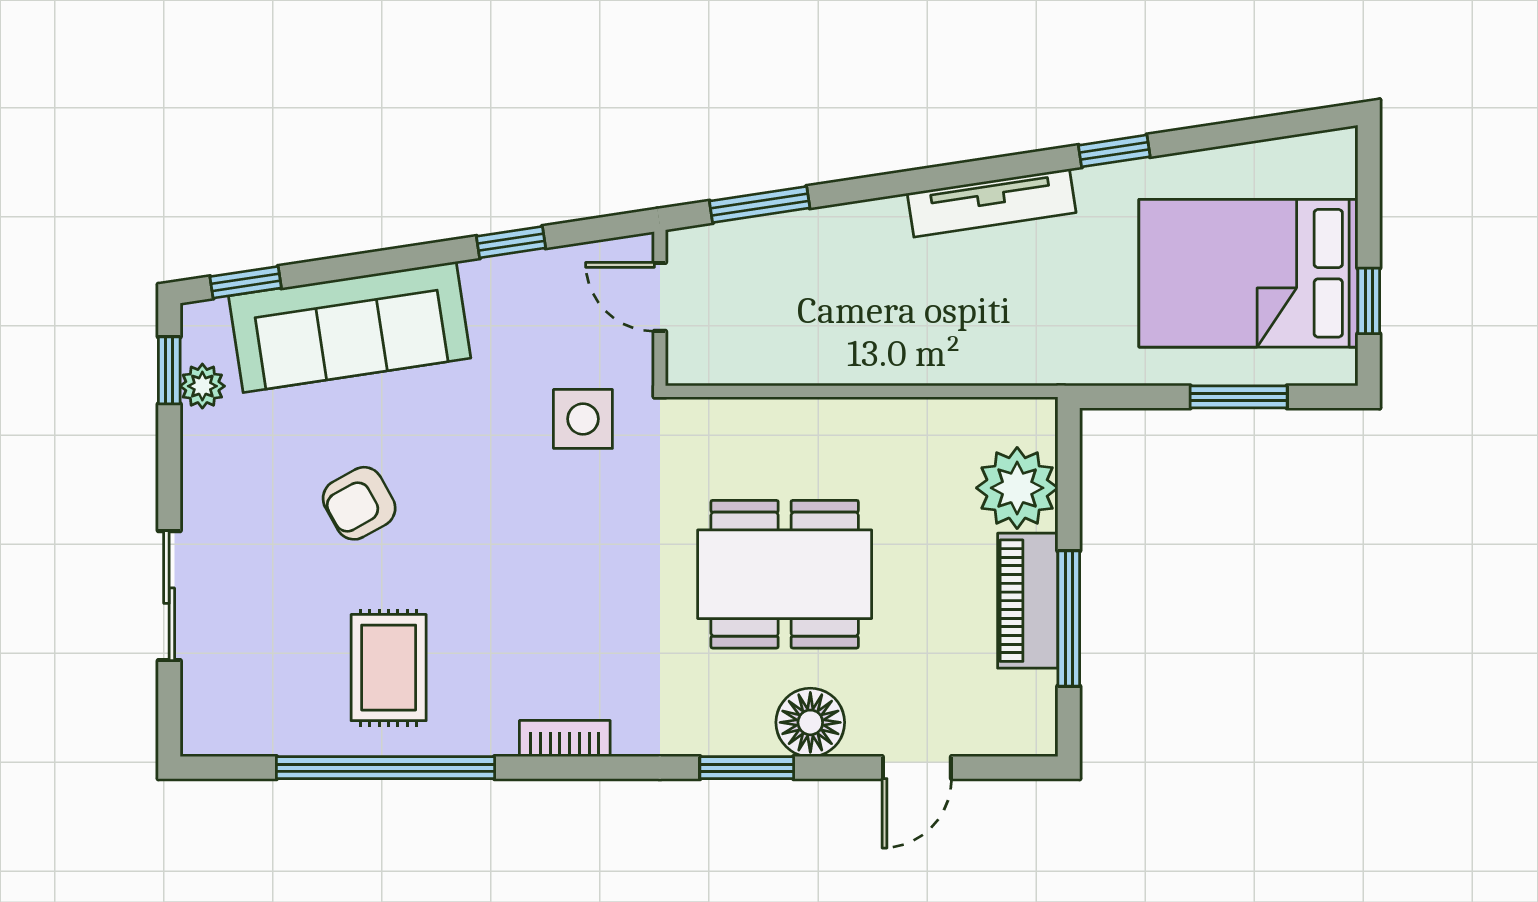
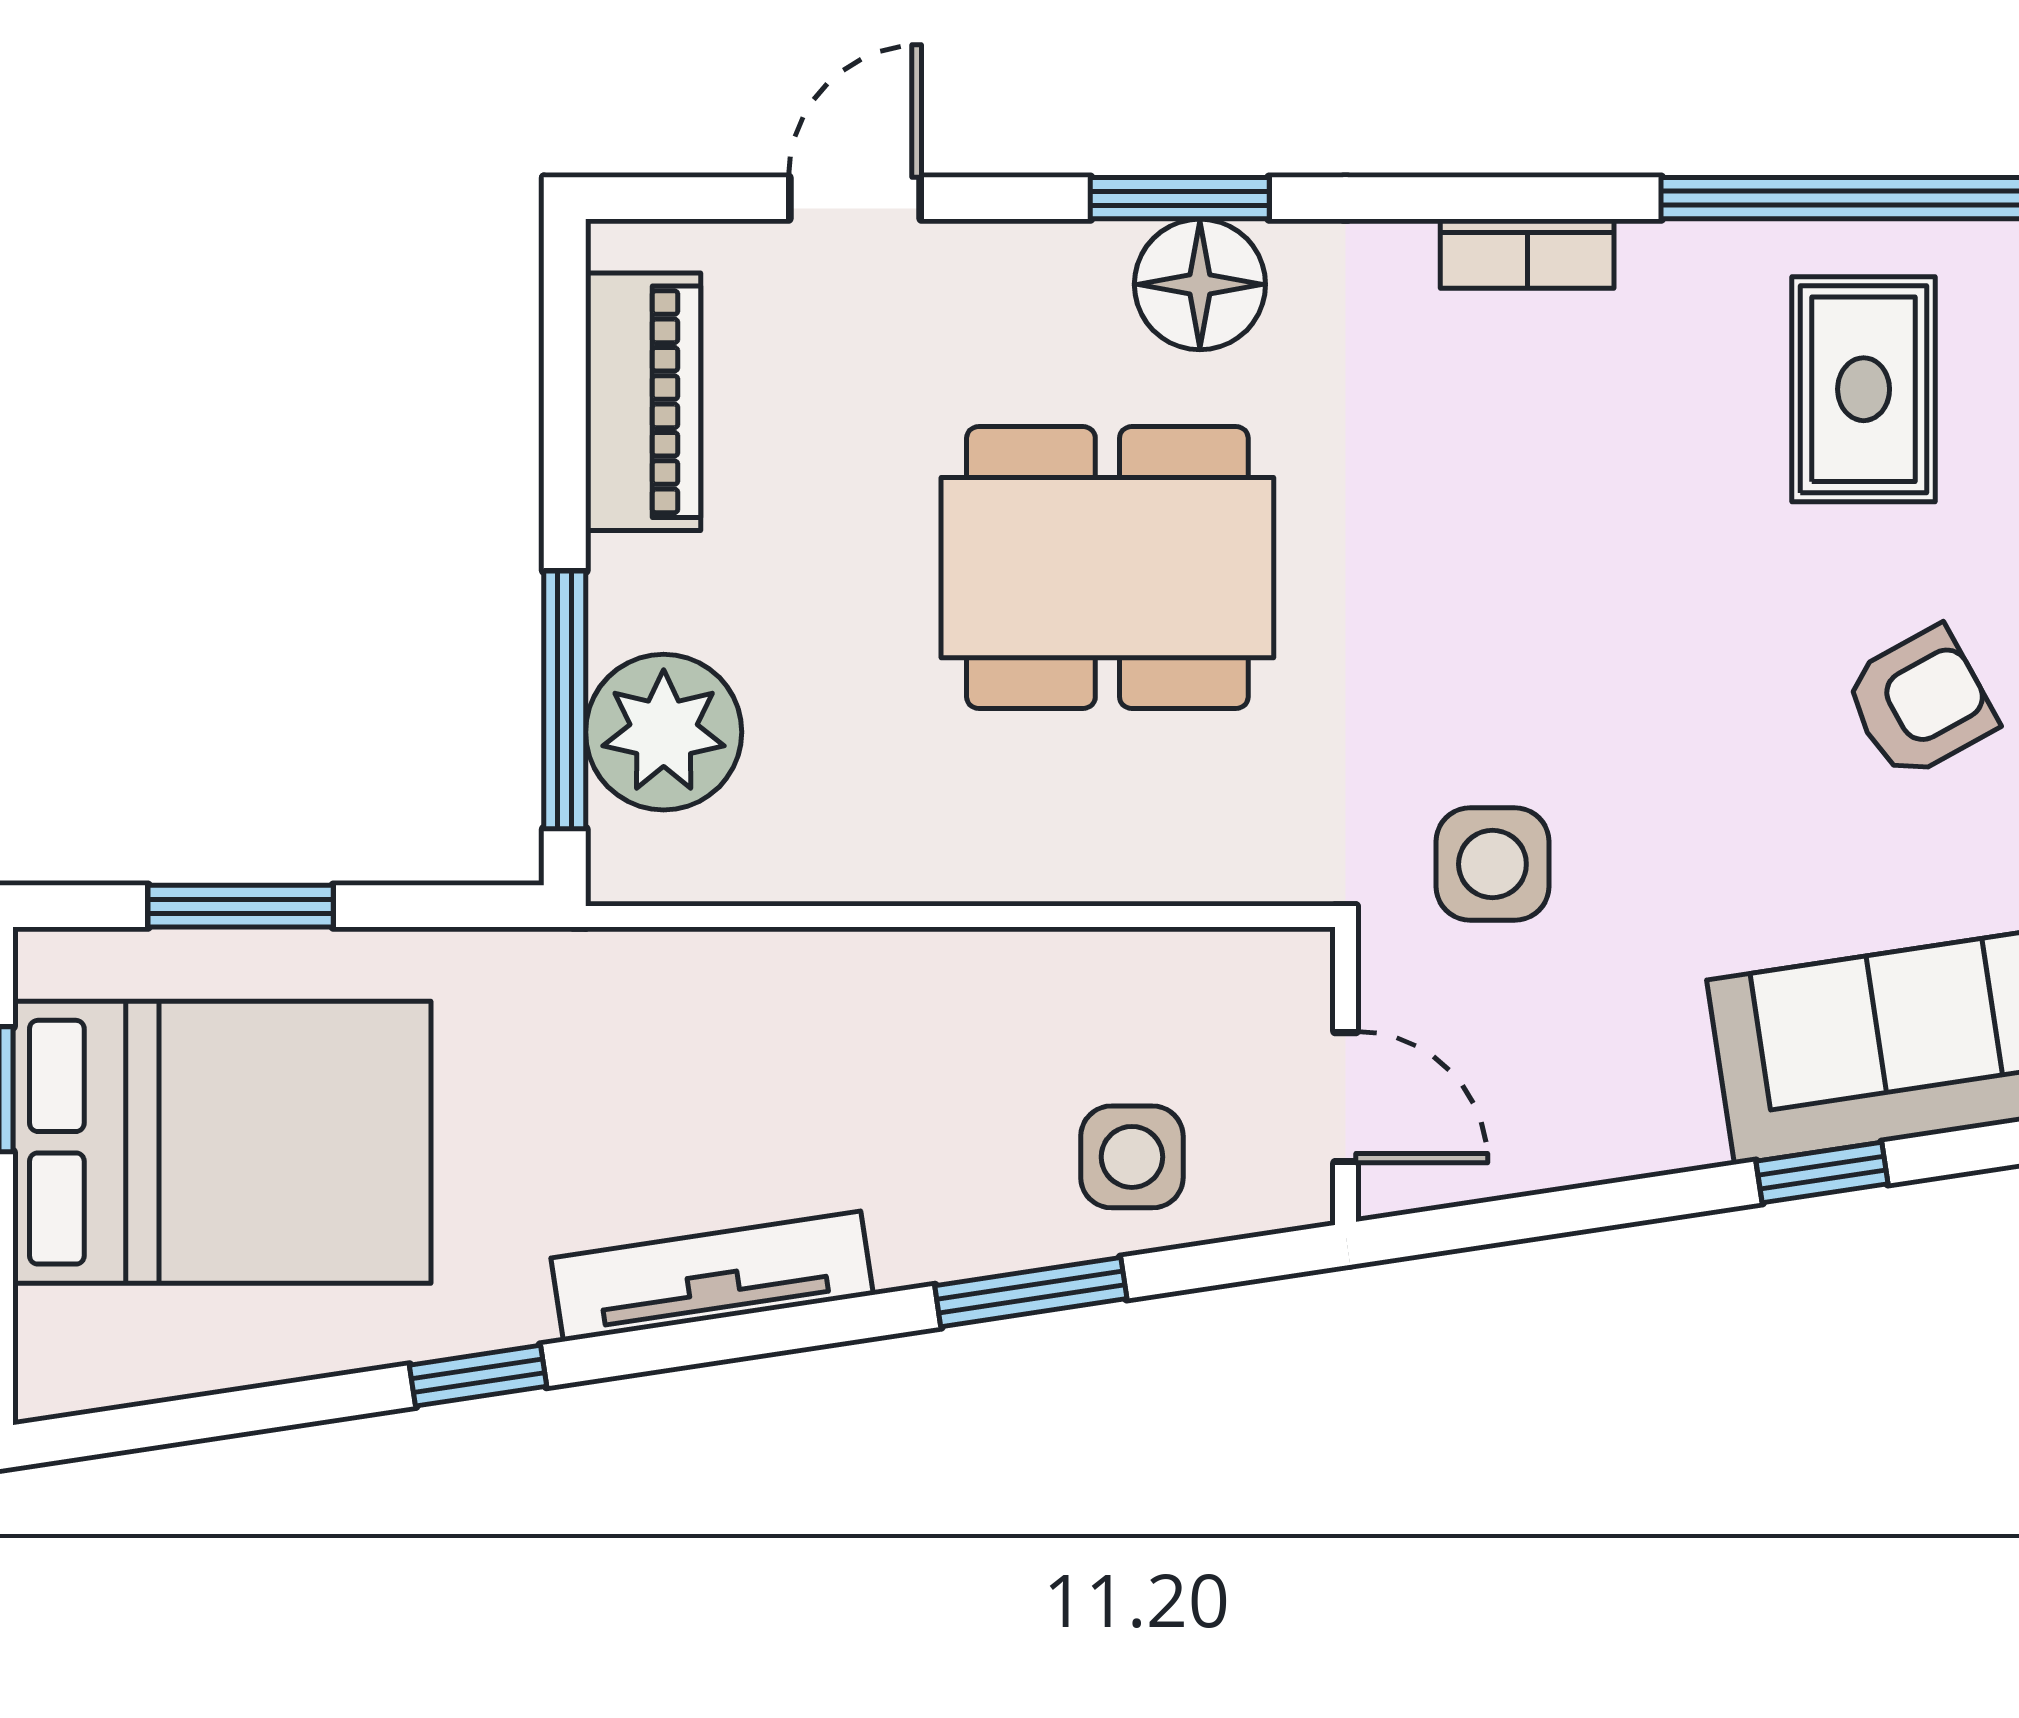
window: (760, 205) -> (1031, 1292), moved
window: (511, 242) -> (1822, 1172), moved
side table: (772, 266) -> (1132, 1157), added
piano: (1028, 601) -> (643, 402), moved
window: (1069, 619) -> (565, 700), moved
floor lamp: (810, 722) -> (1200, 284), moved

